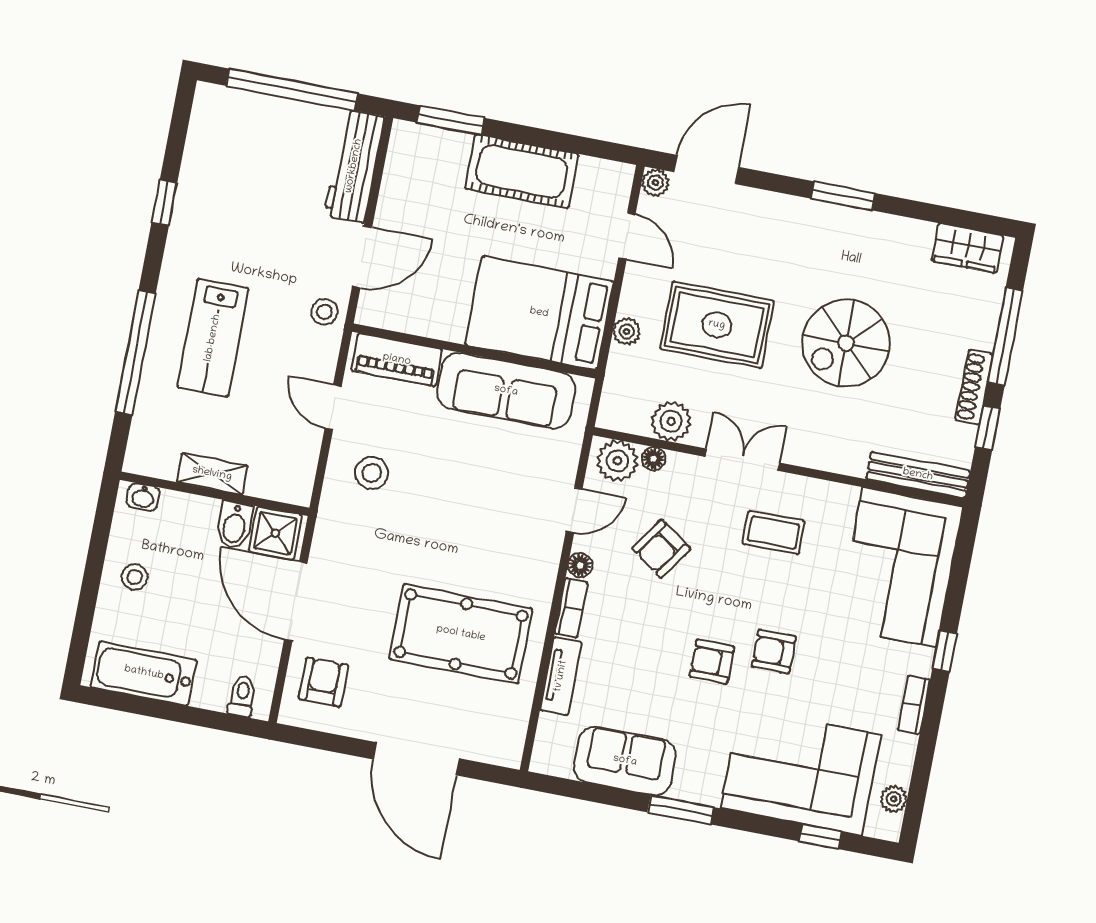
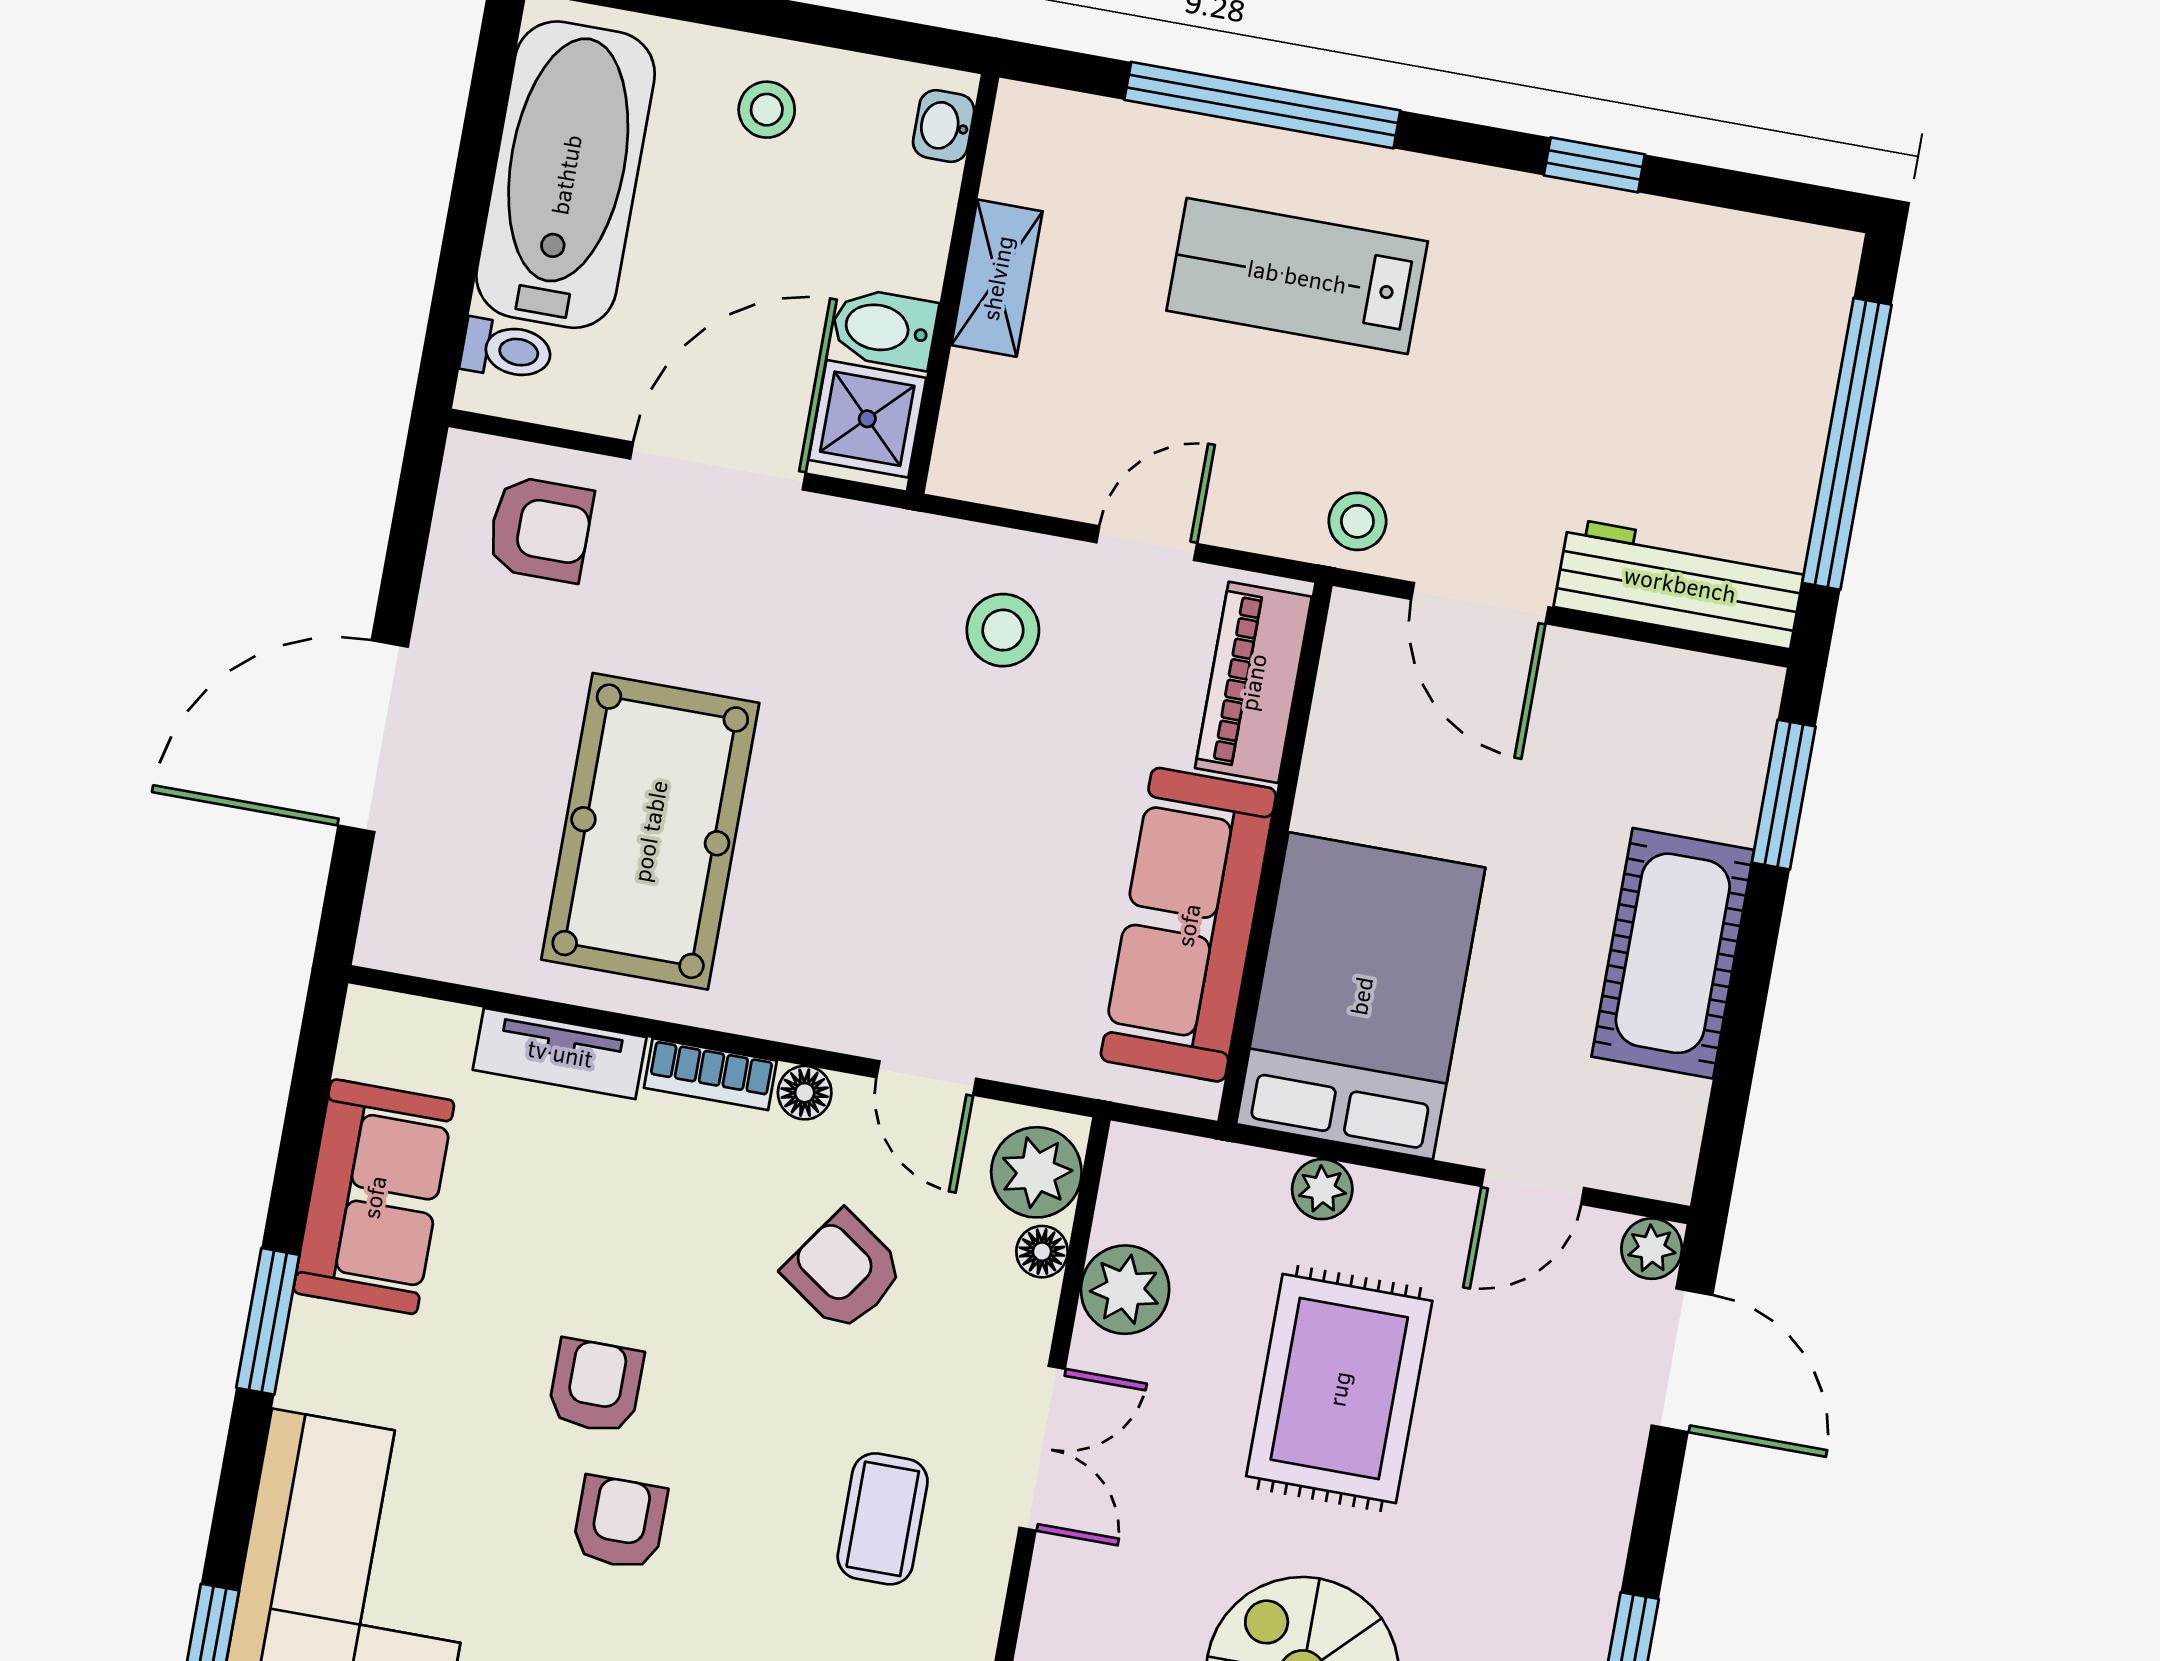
bathtub: (144, 673) -> (566, 175), width x1.36, depth x1.36

